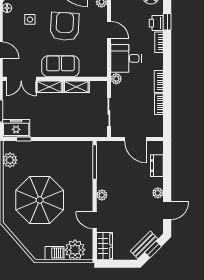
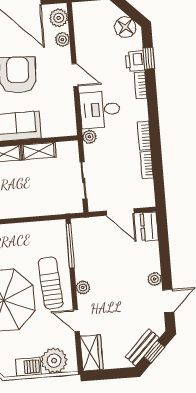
dresser: (157, 166) -> (149, 227), moved
sun lounger: (77, 190) -> (51, 283), added

